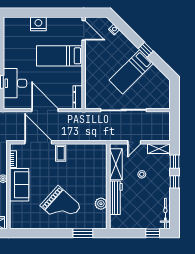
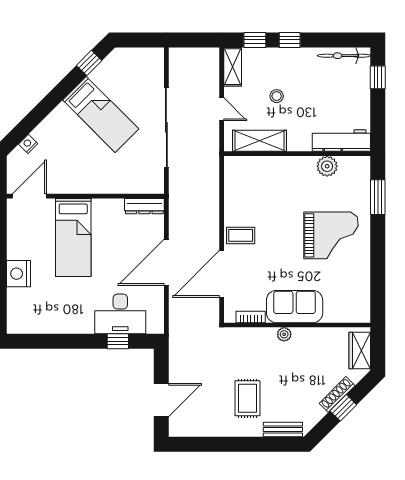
window: (146, 50) -> (89, 63), moved
workbench: (116, 198) -> (341, 141), moved
grand piano: (61, 206) -> (331, 235), turned 48

